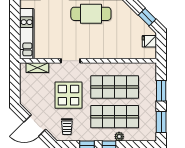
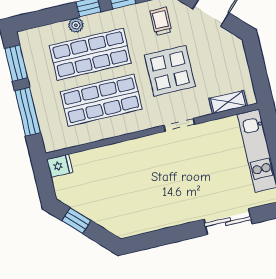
cafe table: (91, 14) -> (165, 205), removed
fridge: (149, 41) -> (60, 166), moved
window: (161, 91) -> (28, 112), width x1.44

